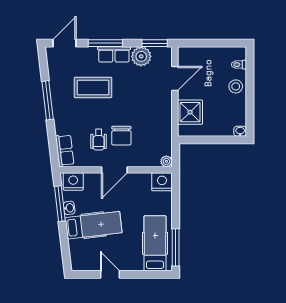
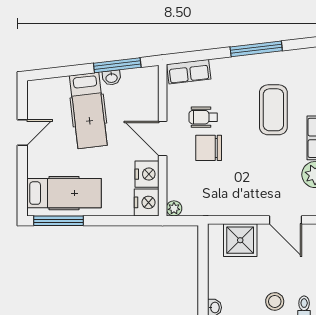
nightstand: (73, 182) -> (147, 174), moved

